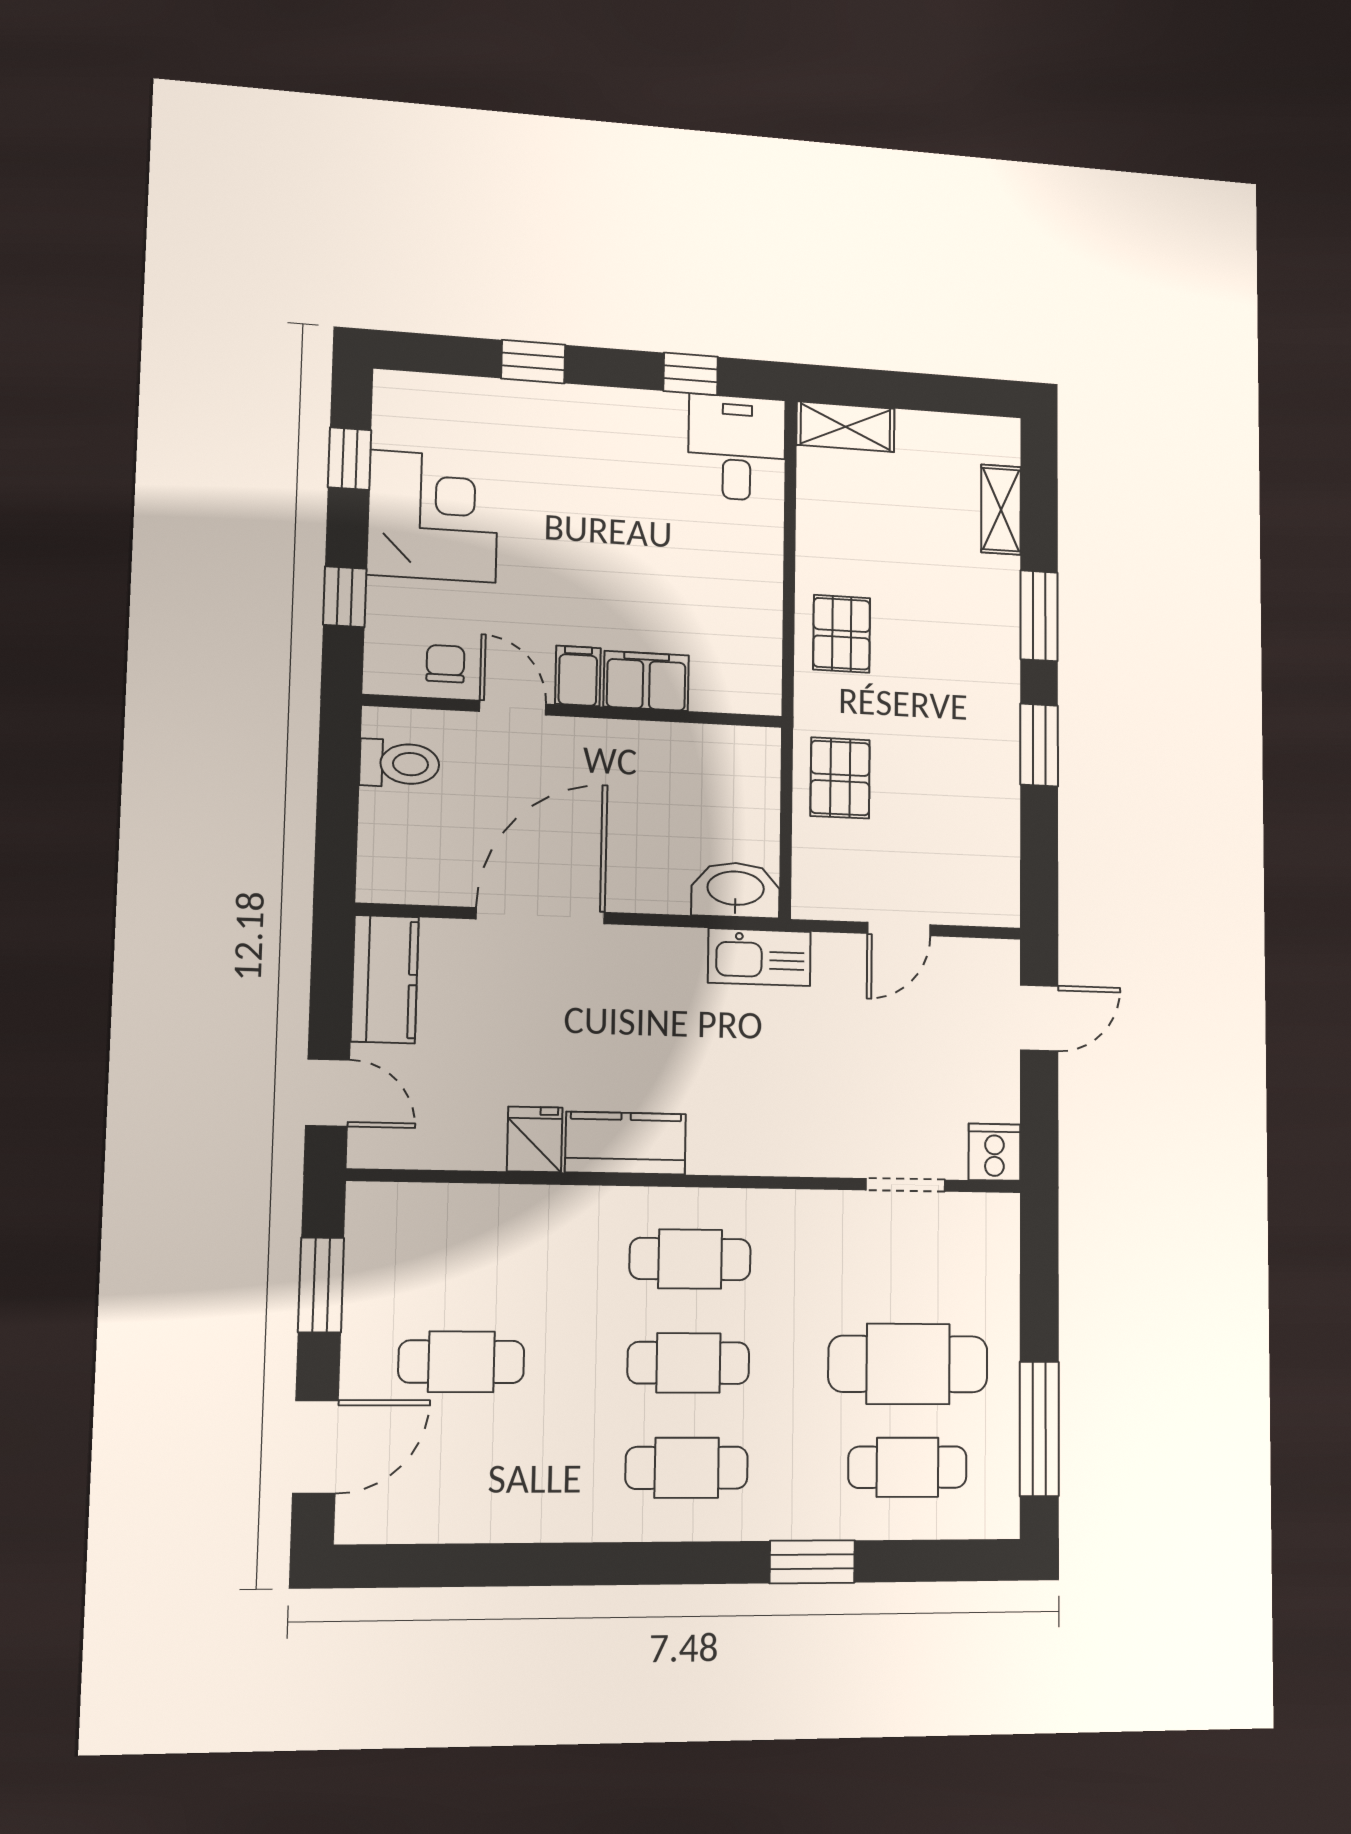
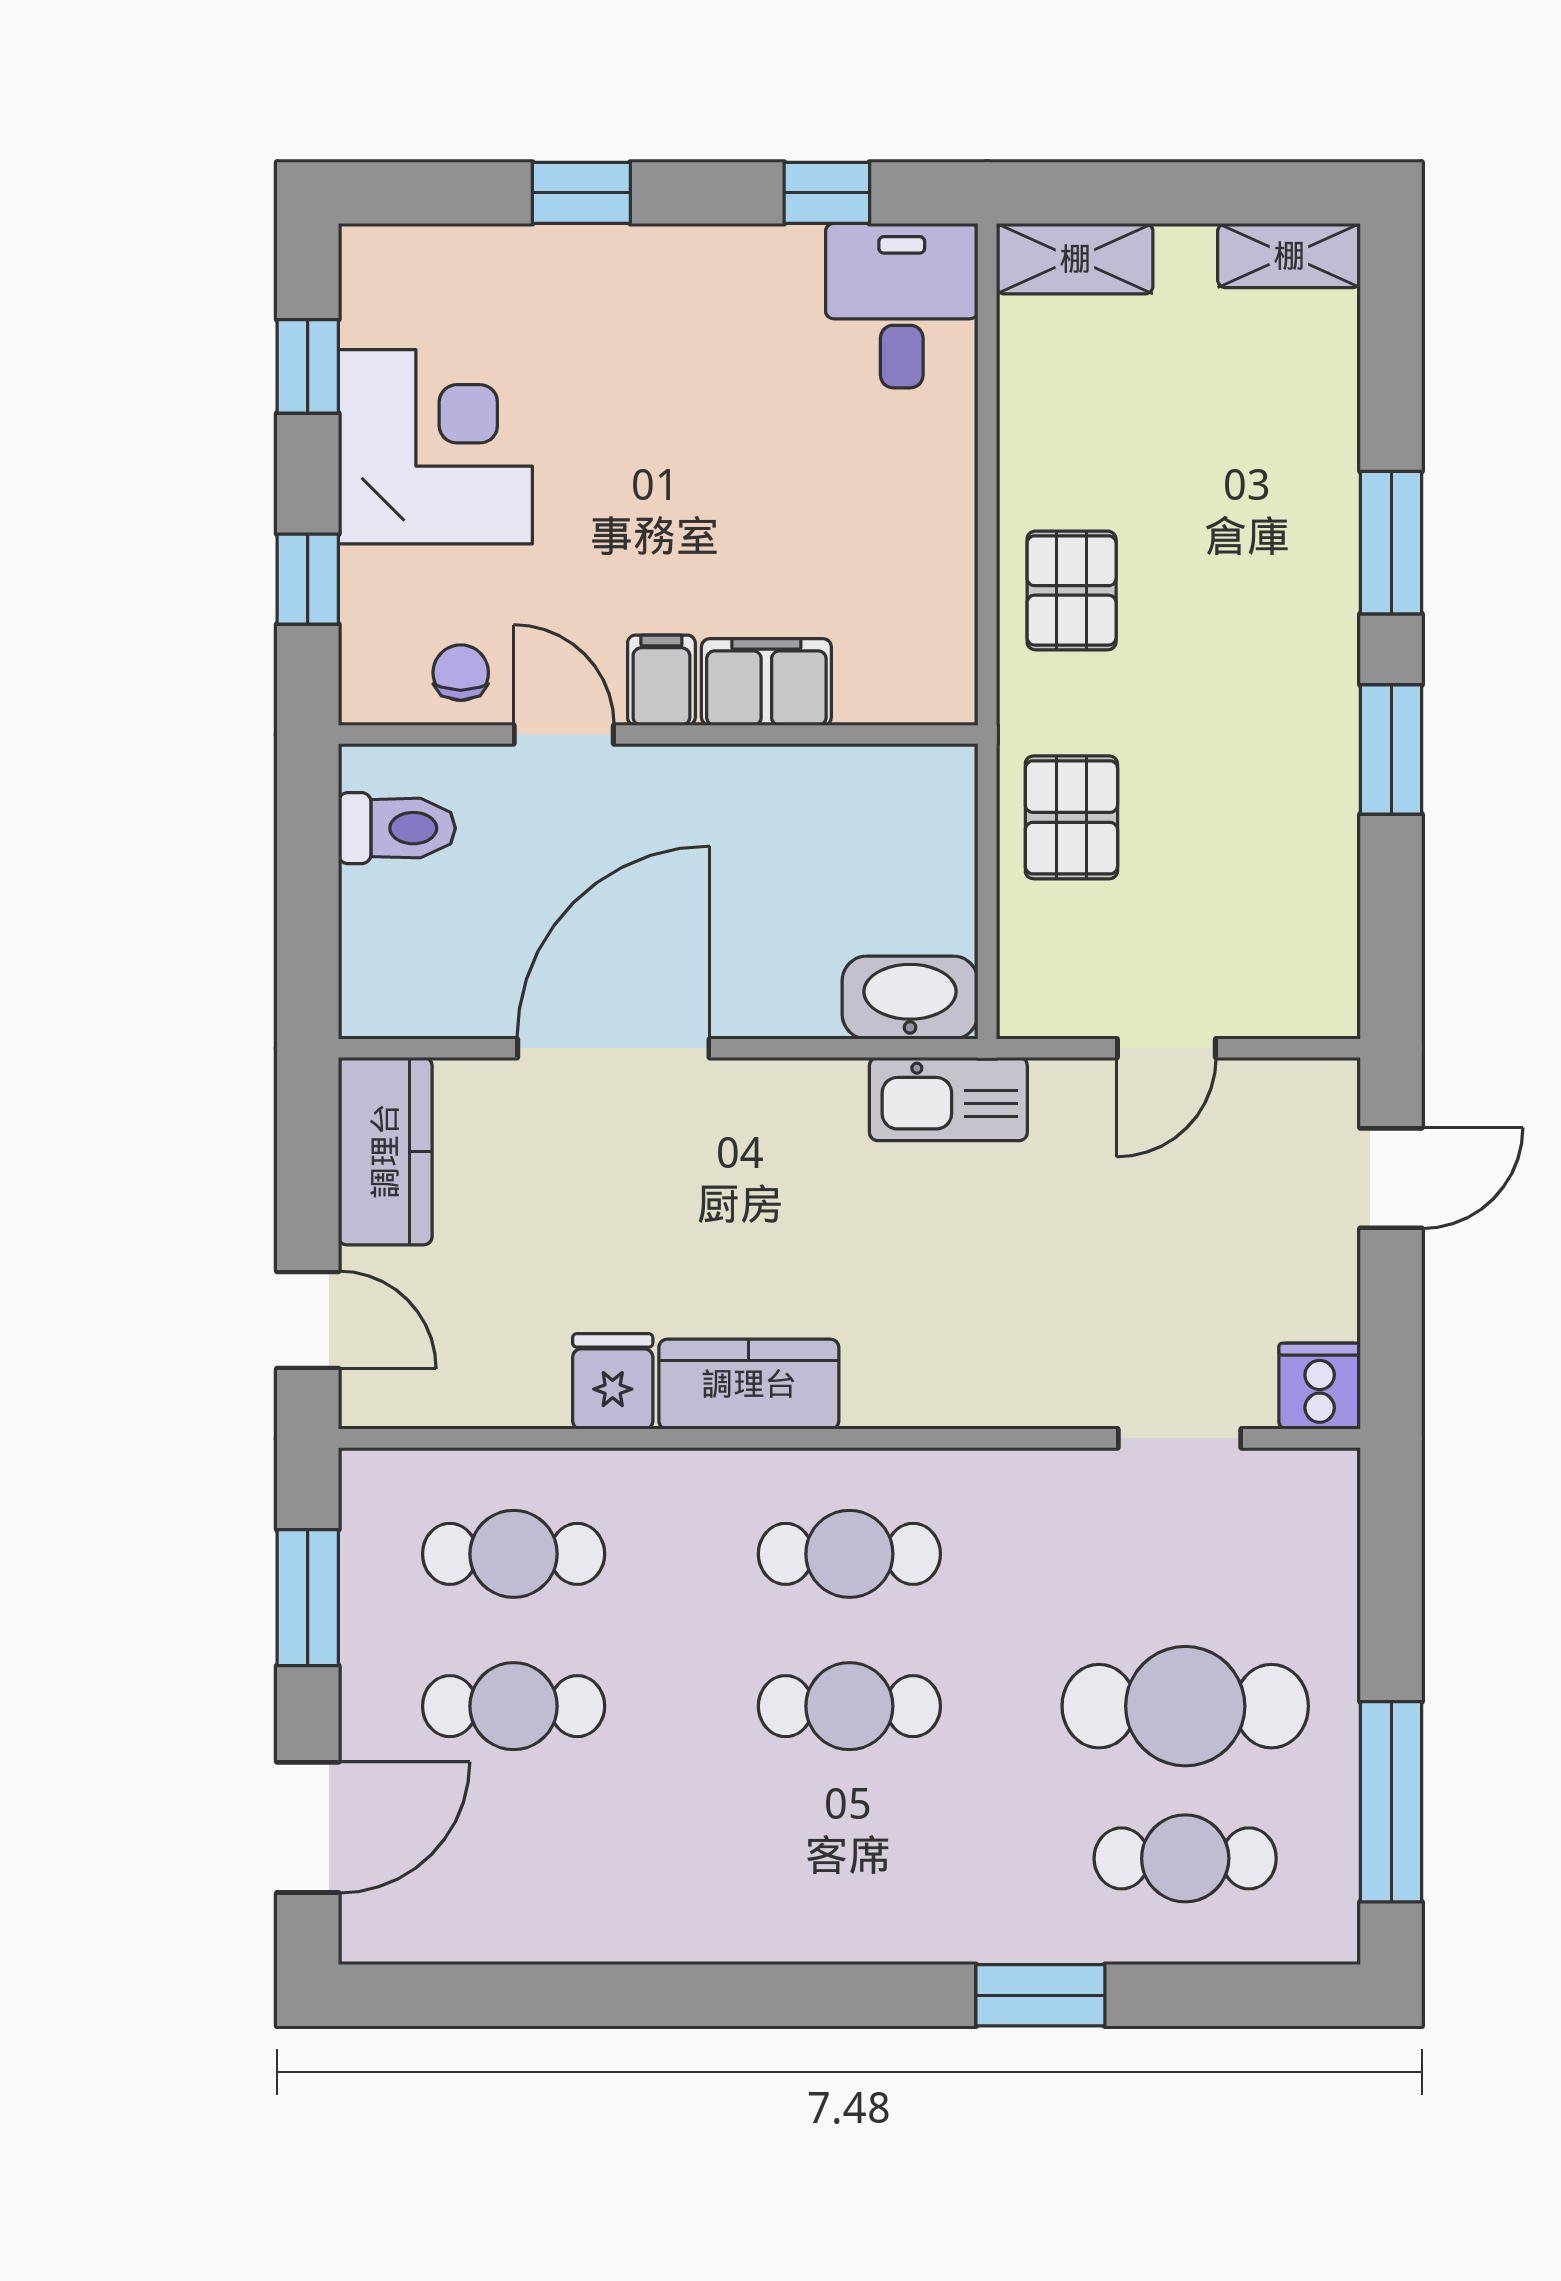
shelving: (1001, 510) -> (1289, 256), moved, turned 90
cafe table: (687, 1468) -> (514, 1554), moved

